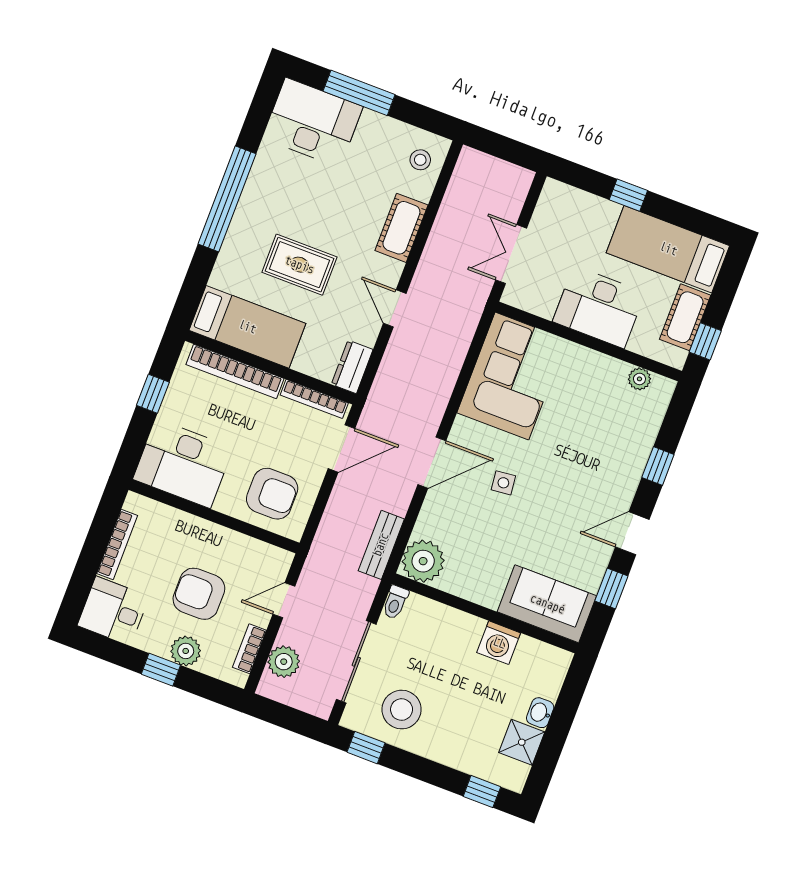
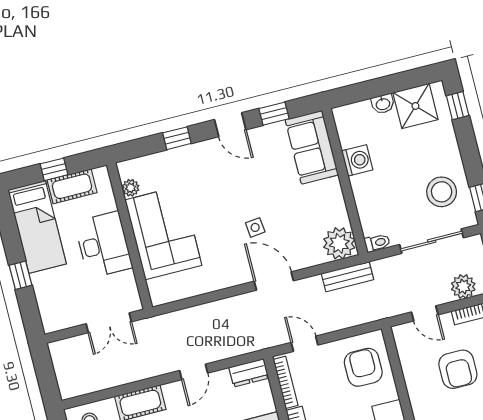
window: (705, 341) -> (54, 169), moved
corner sofa: (512, 376) -> (163, 233), moved, turned 90
door: (341, 448) -> (305, 344), width x0.73
shower: (522, 742) -> (415, 106), width x1.36, depth x1.36

